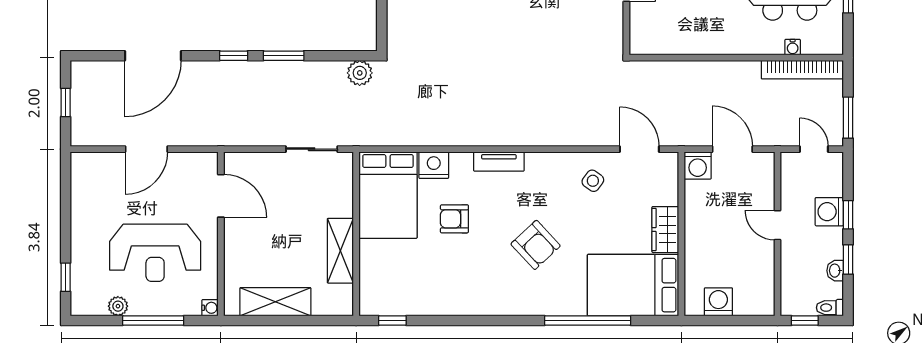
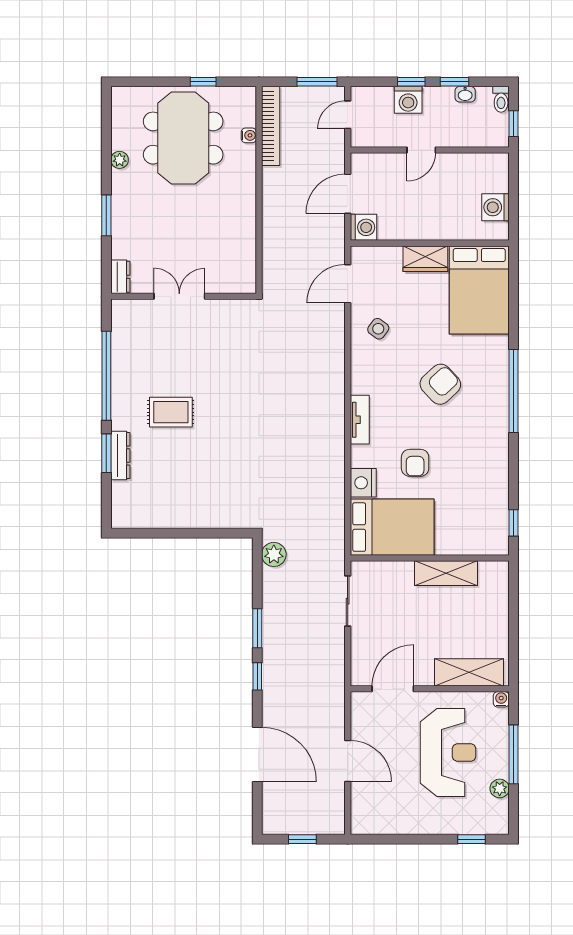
shelving: (275, 302) -> (469, 672), moved, turned 90
window: (588, 321) -> (514, 391), moved

